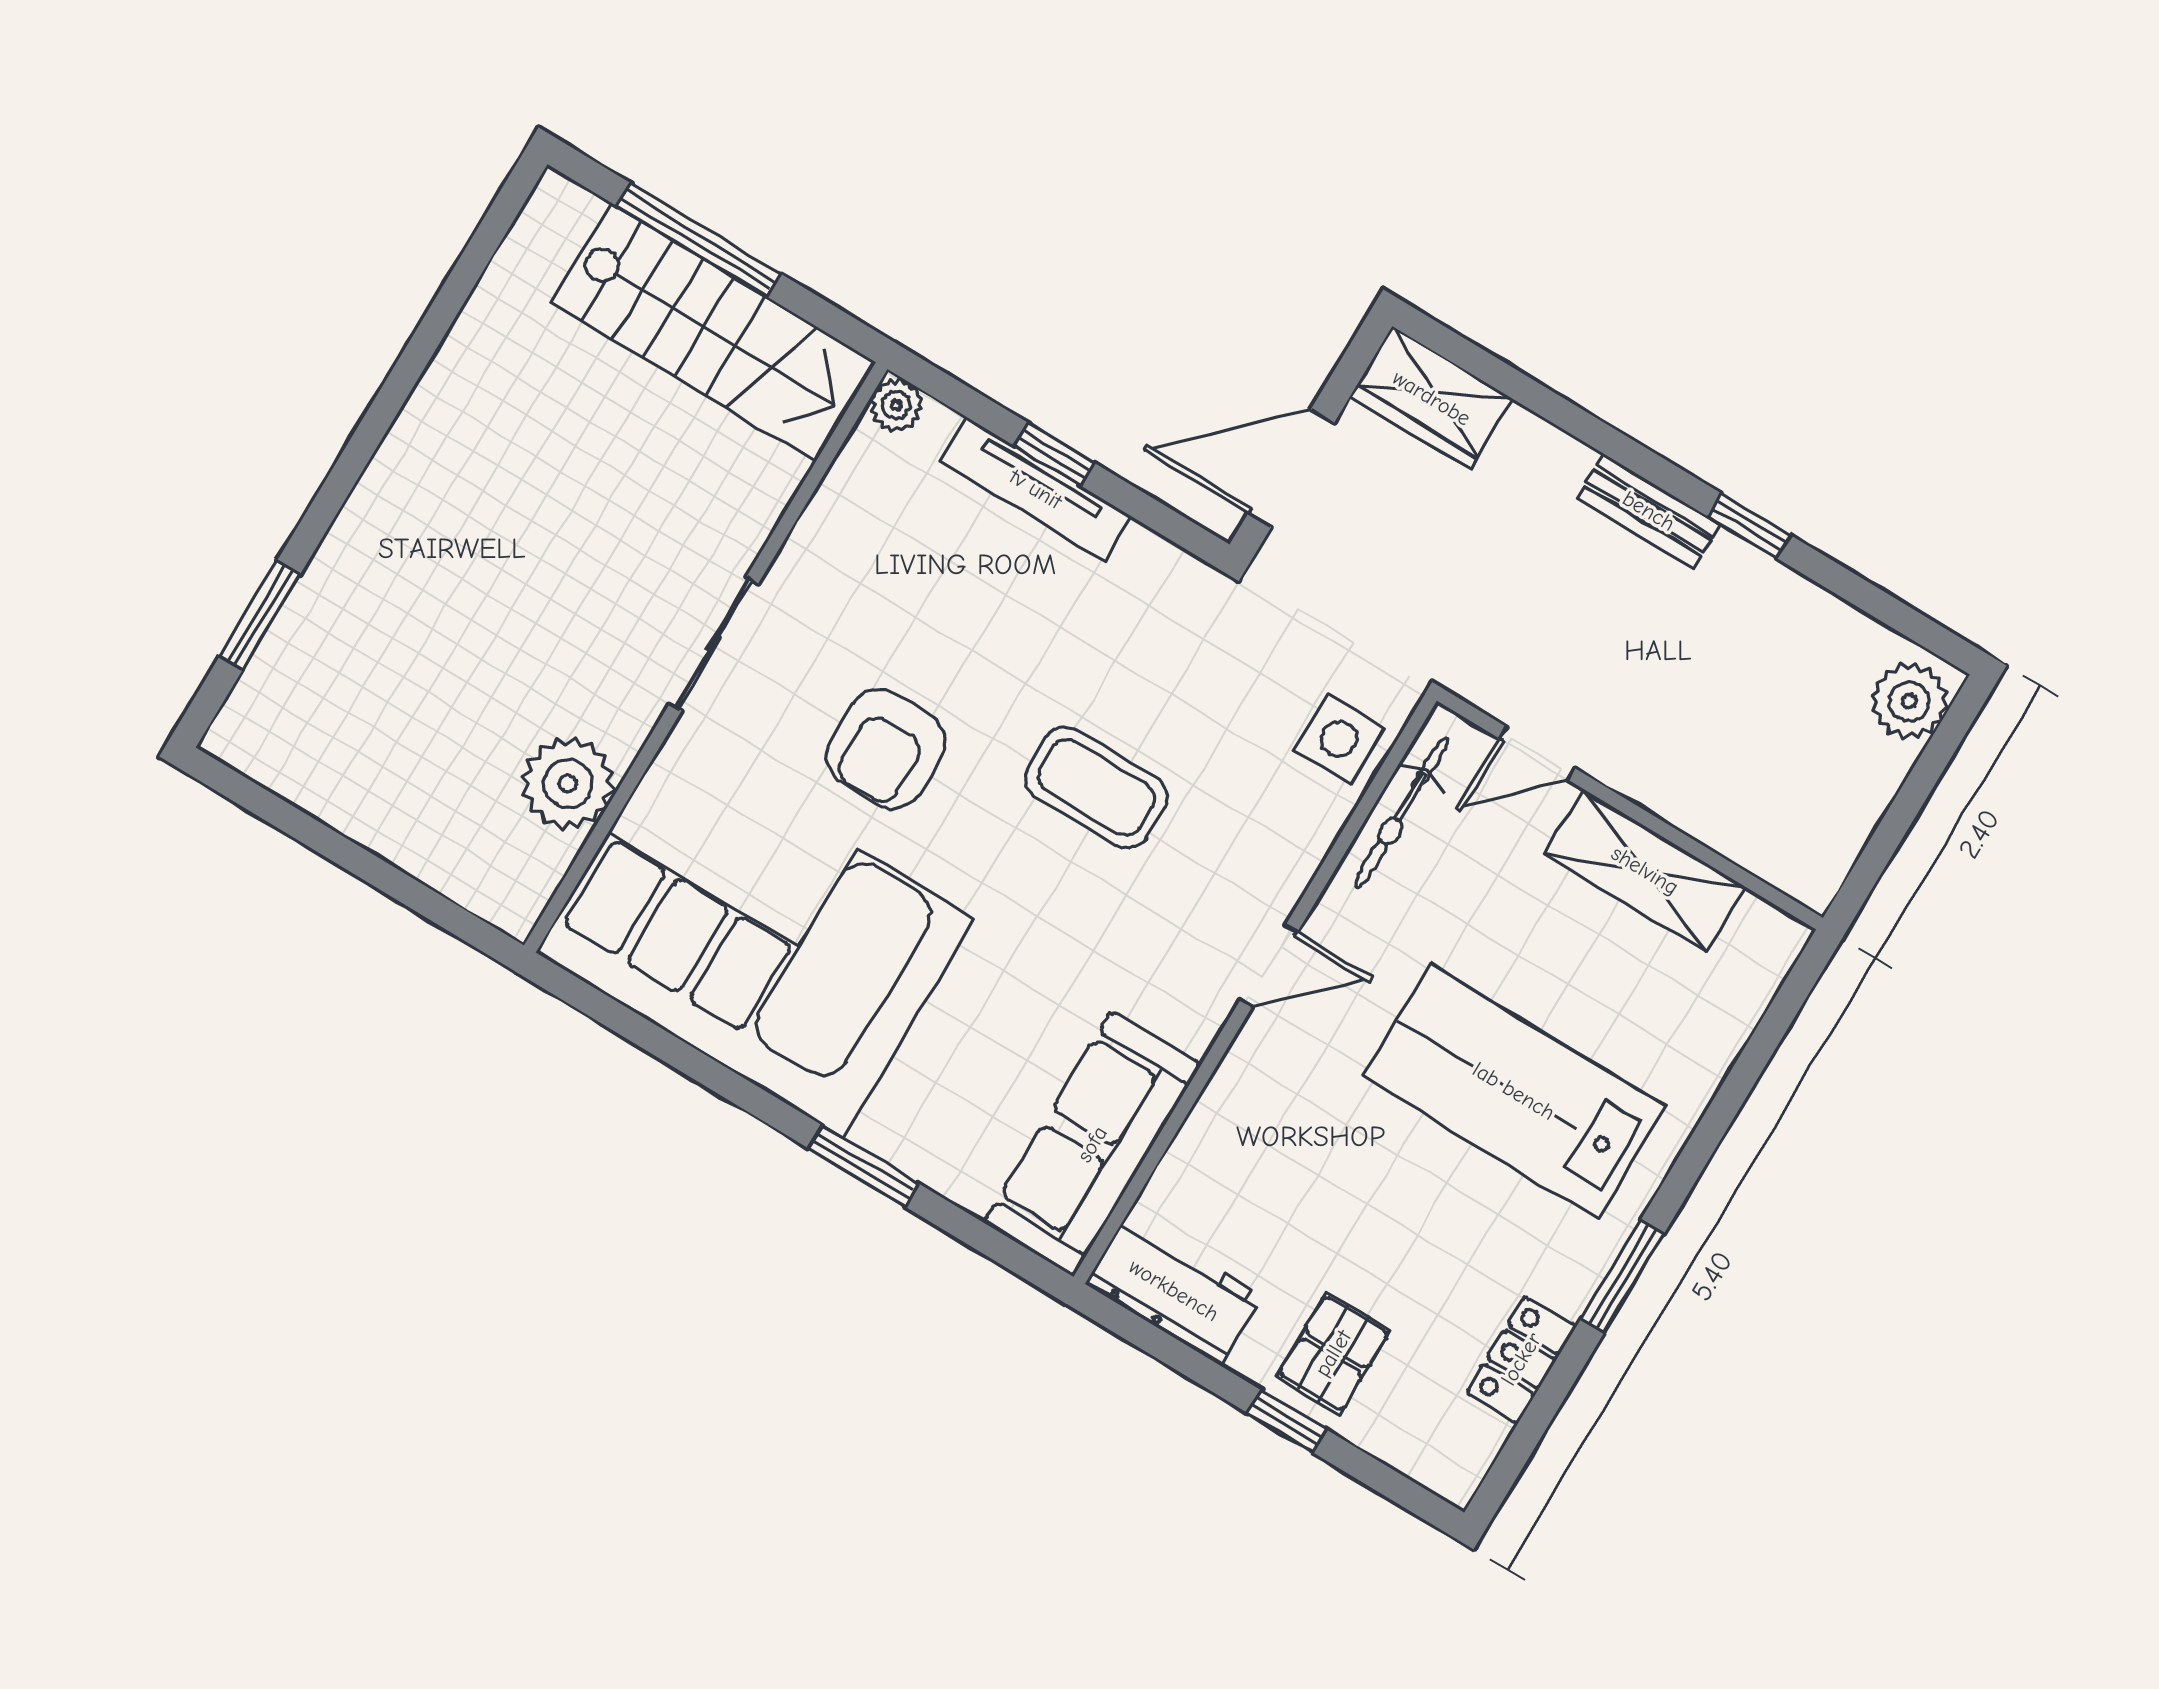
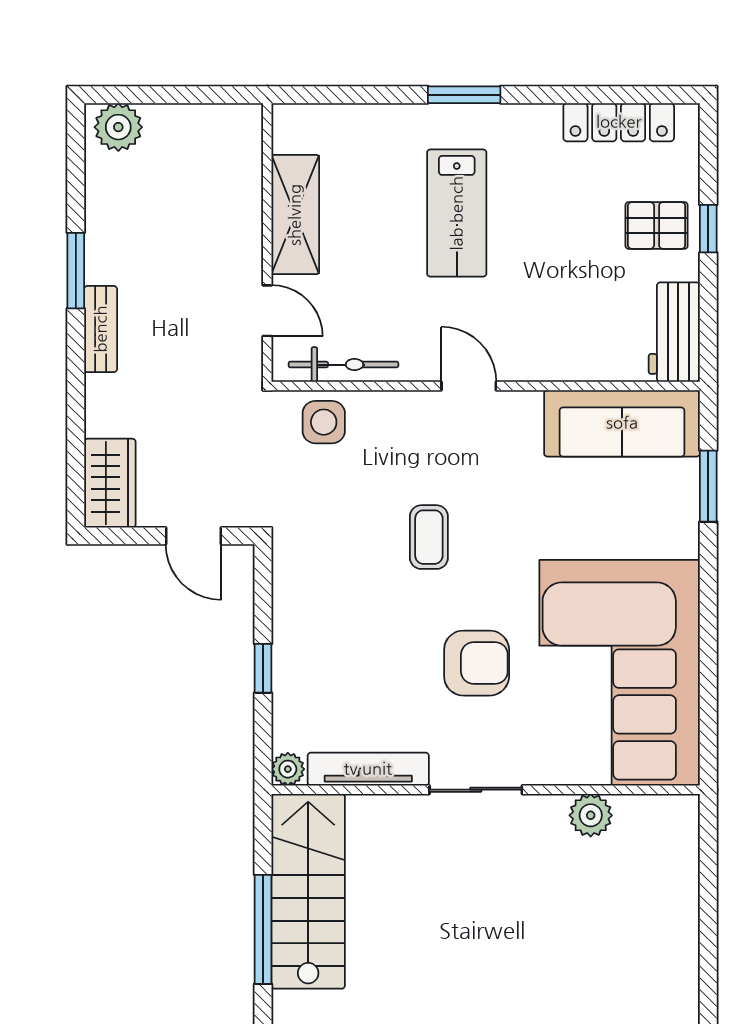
door: (1291, 468) -> (193, 536), width x0.73
tv unit: (1036, 489) -> (368, 769), moved, turned -90
window: (1749, 526) -> (76, 271), width x1.50
plant: (568, 783) -> (591, 815), width x0.73, depth x0.73
coffee table: (1096, 787) -> (429, 537), width x0.73, depth x0.77
lab bench: (1514, 1091) -> (457, 213), width x0.73, depth x0.72
window: (864, 1166) -> (708, 486), moved
window: (1622, 1276) -> (464, 95), moved
locker: (1521, 1359) -> (619, 122), width x1.53

